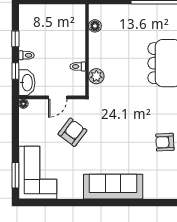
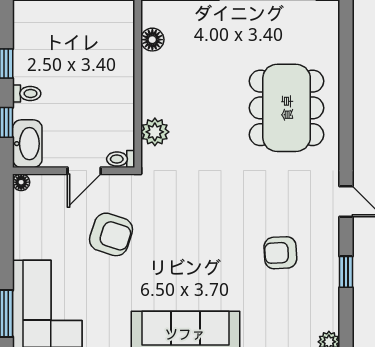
toilet: (78, 66) -> (121, 159), moved
armchair: (72, 132) -> (111, 234), turned 71

